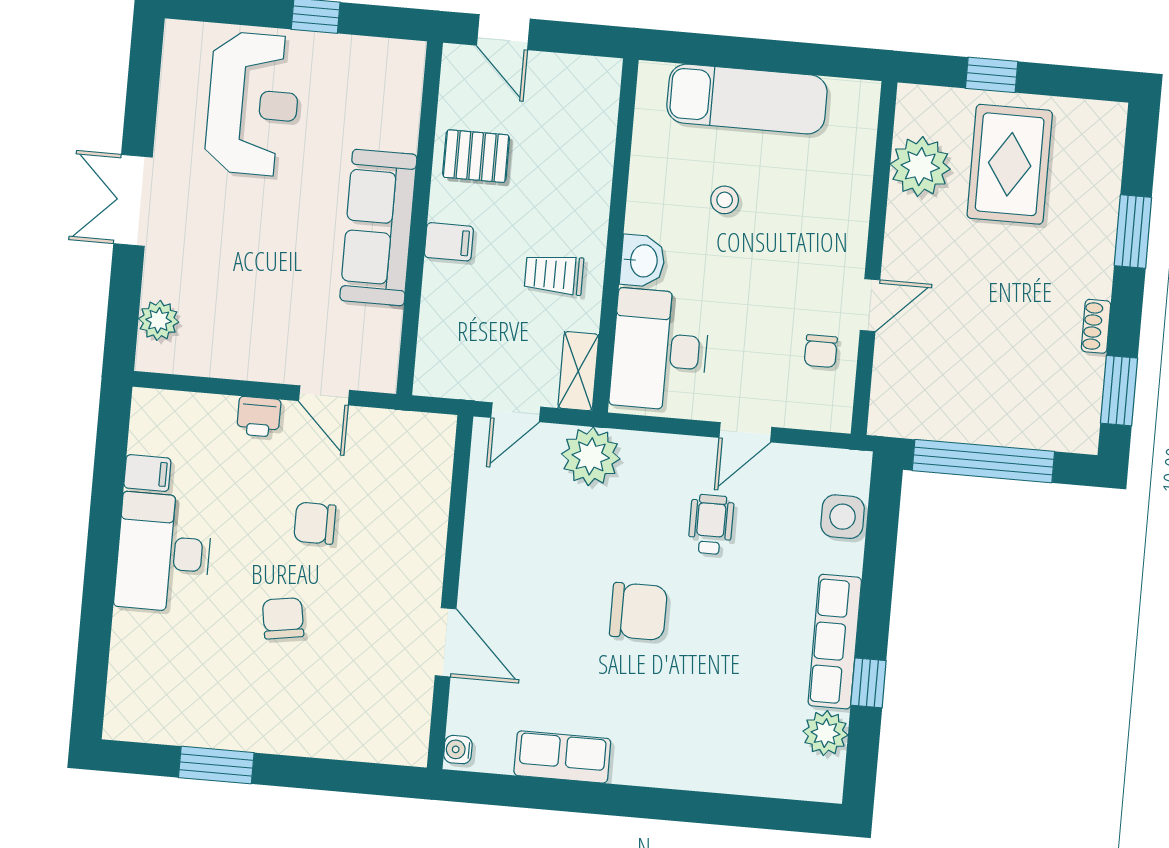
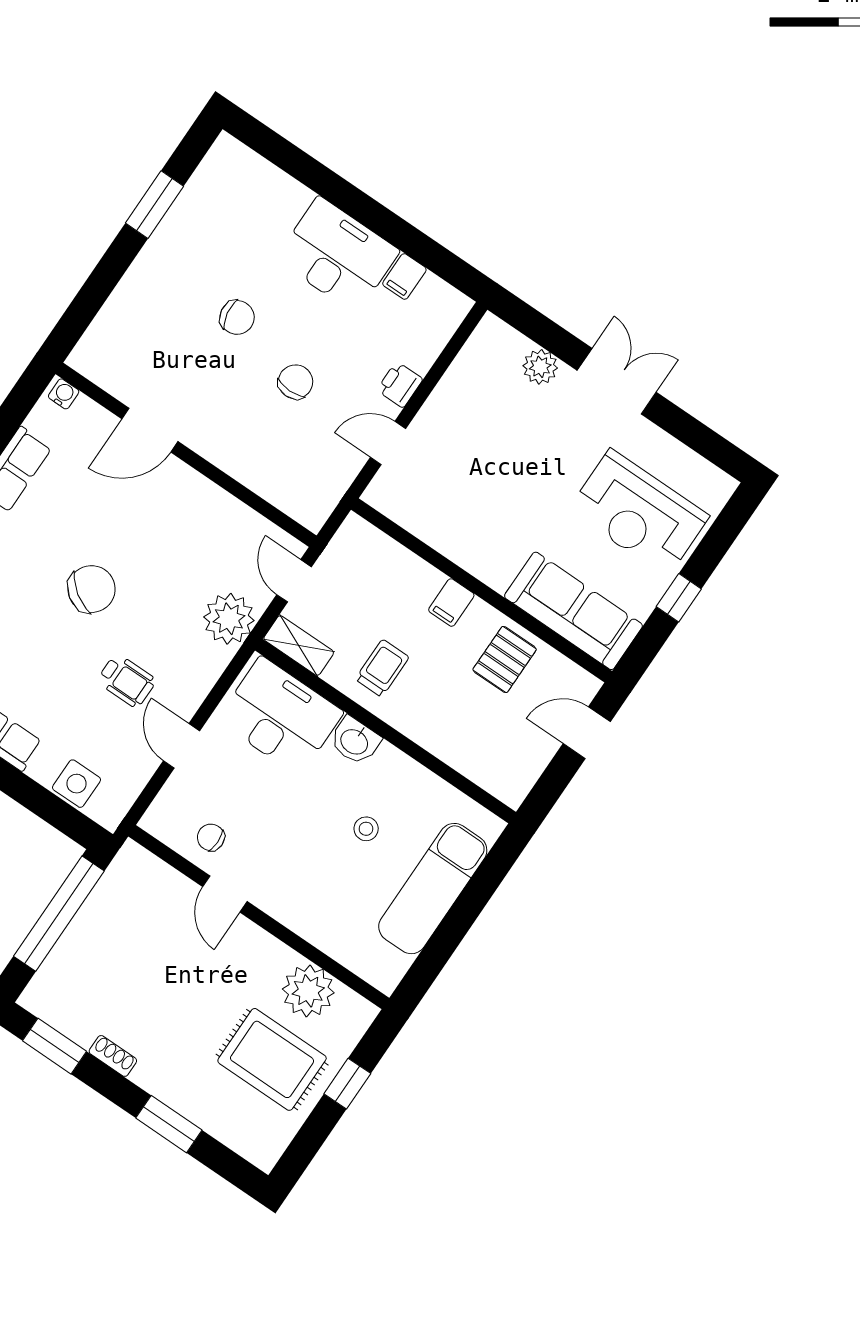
sofa: (378, 227) -> (573, 611), moved
plant: (159, 320) -> (540, 367), moved
chair: (638, 611) -> (91, 589), turned -146

